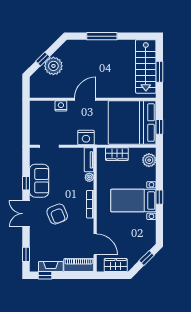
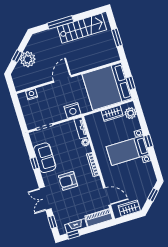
stairs: (146, 66) -> (82, 28), moved, turned -90
nightstand: (61, 106) -> (32, 94), moved
wardrobe: (117, 154) -> (112, 113), moved
double door: (26, 214) -> (45, 199), moved
armchair: (57, 214) -> (68, 181), turned 112

